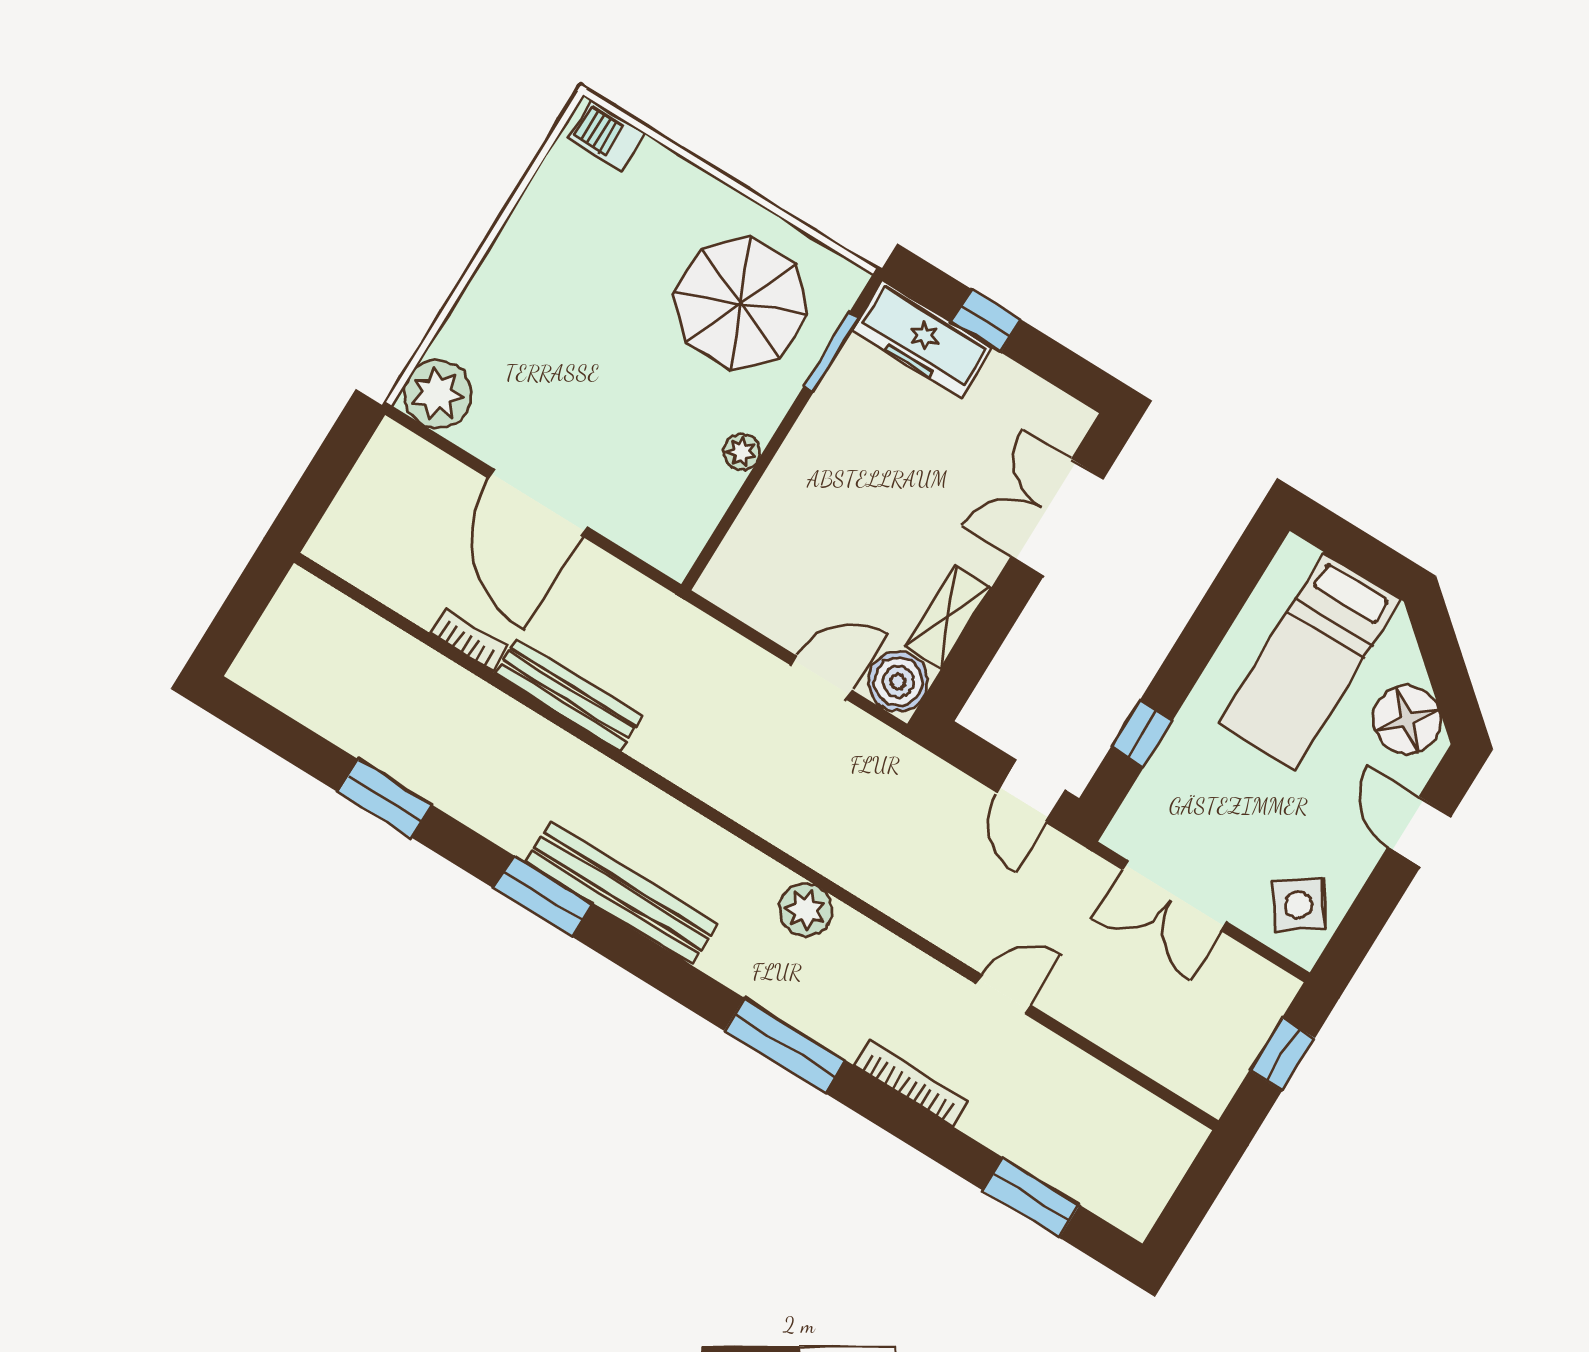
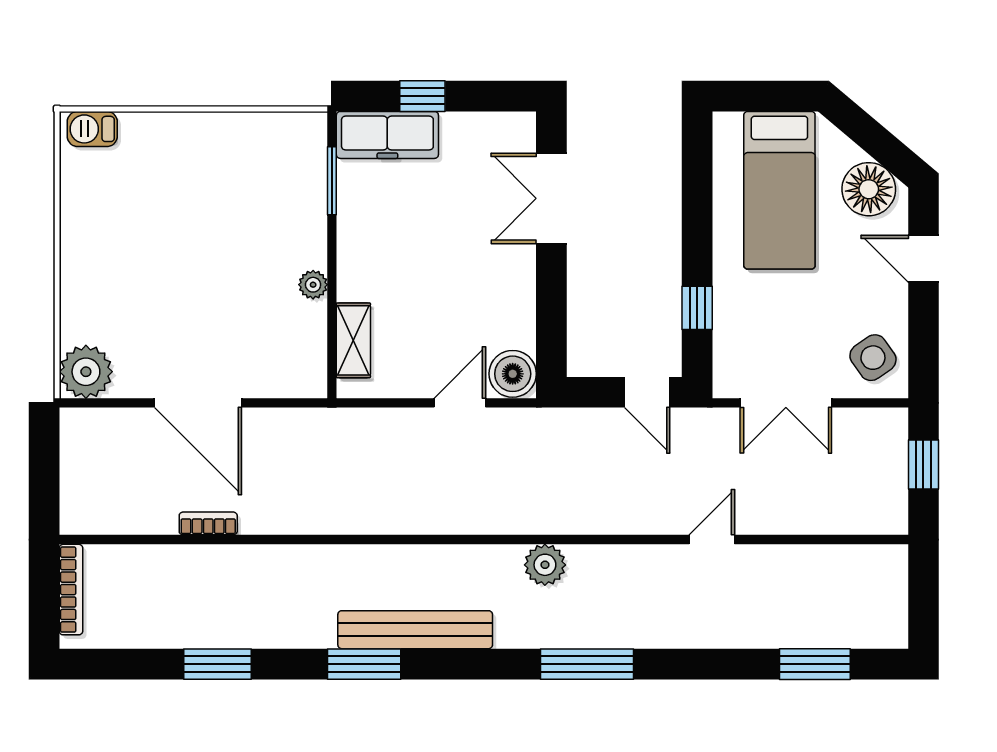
parasol: (740, 303) -> (251, 186), removed
shelving: (948, 617) -> (353, 340), moved
bench: (569, 695) -> (298, 519), removed
bookcase: (910, 1083) -> (71, 590), moved, turned 90

